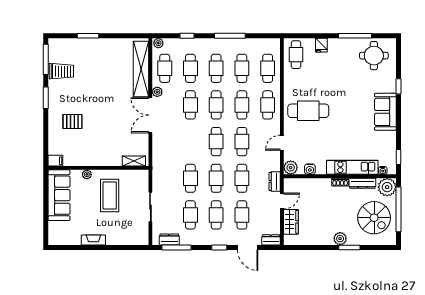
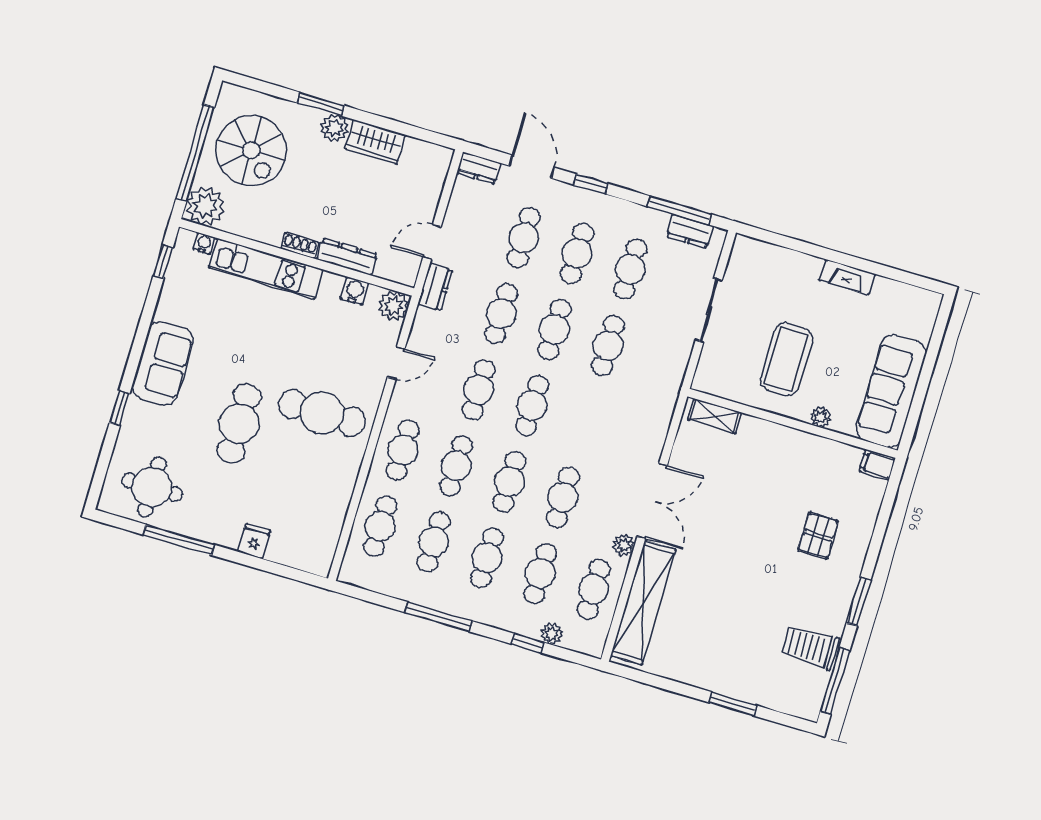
plant: (158, 43) -> (552, 634), moved
cafe table: (296, 55) -> (239, 424), moved, width x1.37, depth x1.35
pallet: (72, 122) -> (818, 536), turned 90
dresser: (362, 183) -> (347, 257), moved
spiral stairs: (374, 218) -> (251, 150), turned 180
wardrobe: (291, 222) -> (375, 142), moved, turned -90

